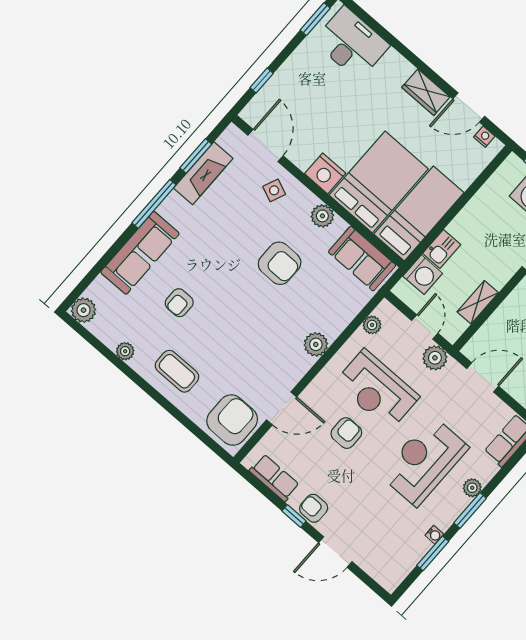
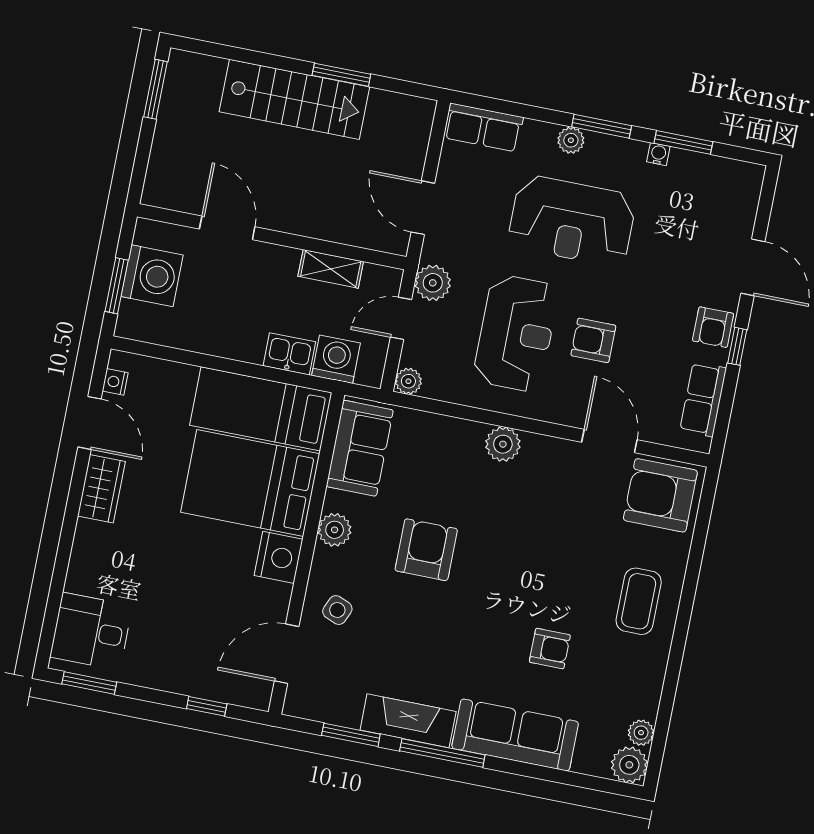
desk: (351, 43) -> (91, 631), width x0.73
fireplace: (203, 173) -> (408, 721), moved
plant: (372, 325) -> (408, 381), moved
plant: (125, 351) -> (641, 733), moved

